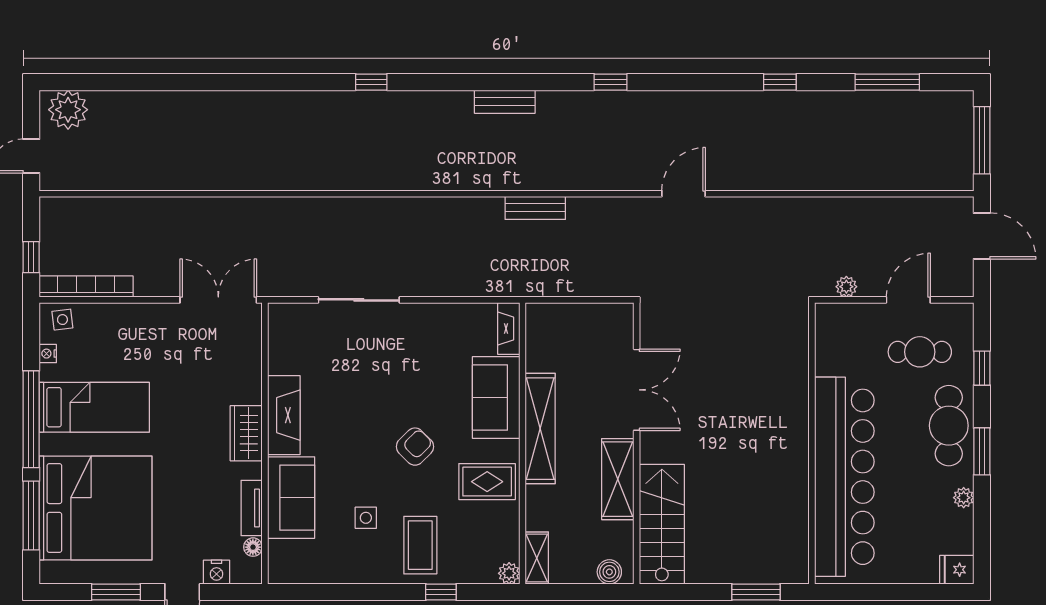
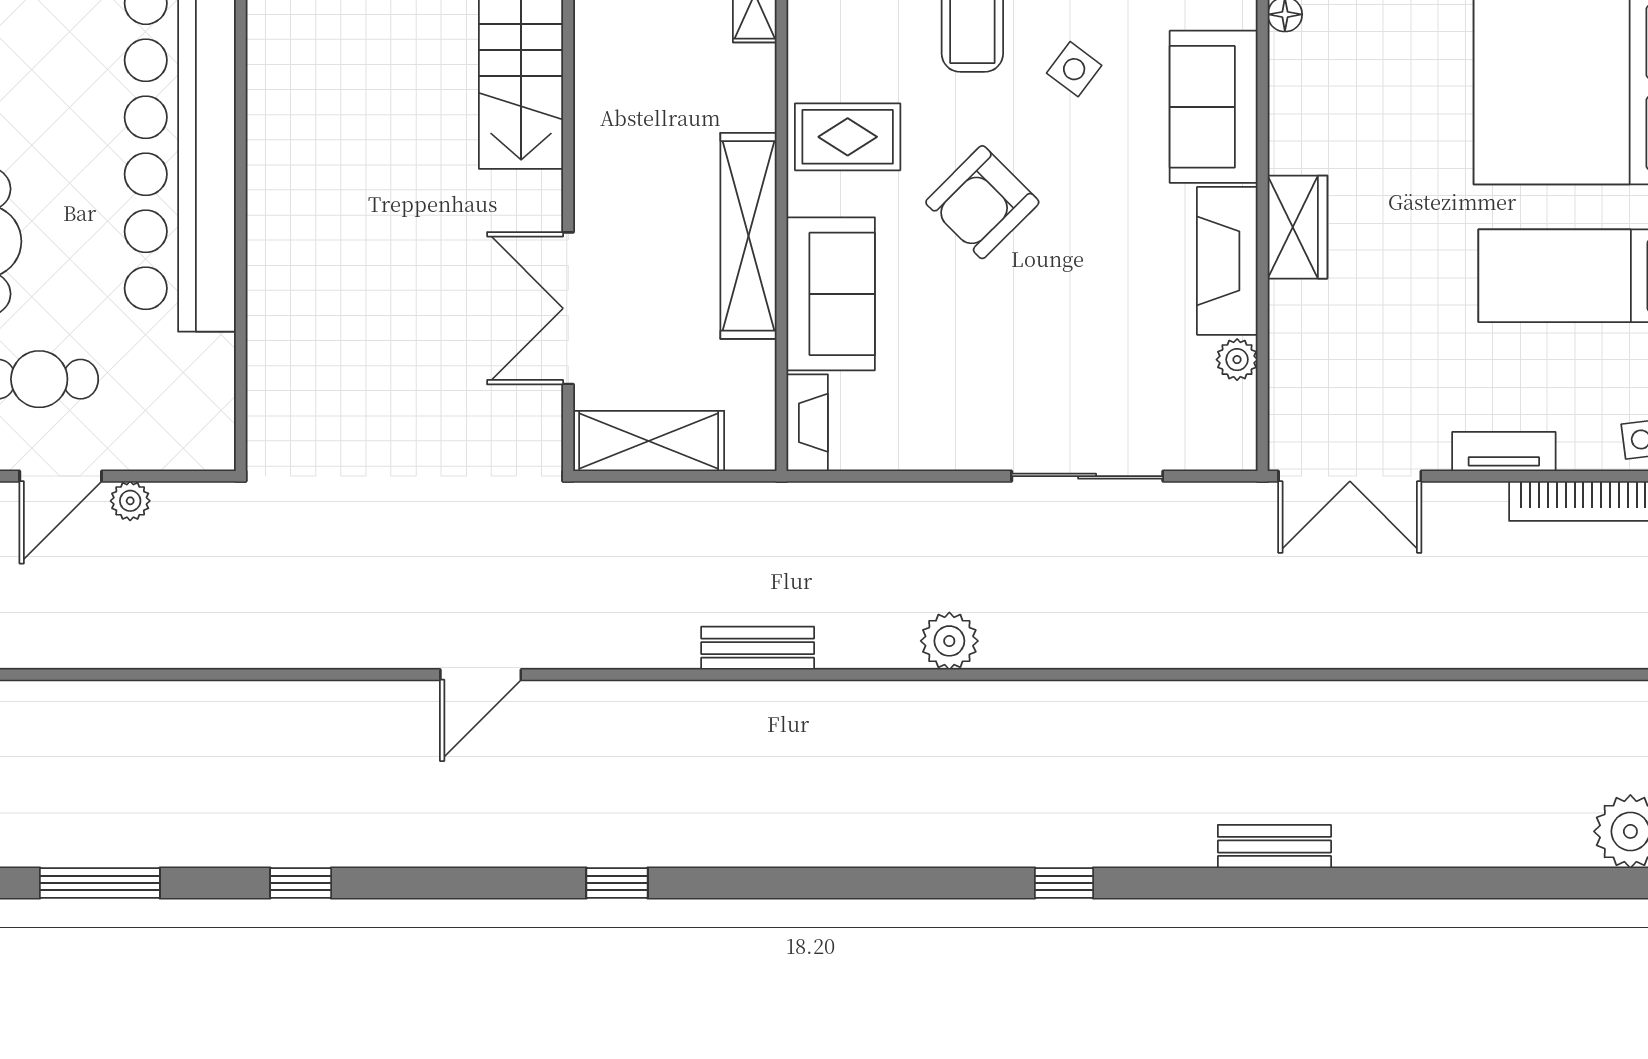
bench: (505, 102) -> (1274, 846), moved
plant: (433, 212) -> (949, 641), added
plant: (846, 287) -> (130, 501), moved
plant: (279, 362) -> (1237, 360), added
armchair: (415, 447) -> (982, 202), width x1.38, depth x1.38
shelving: (618, 479) -> (649, 441), moved, turned 90
tv unit: (252, 508) -> (1504, 452), moved, turned -90
side table: (366, 518) -> (1074, 69), turned 37

